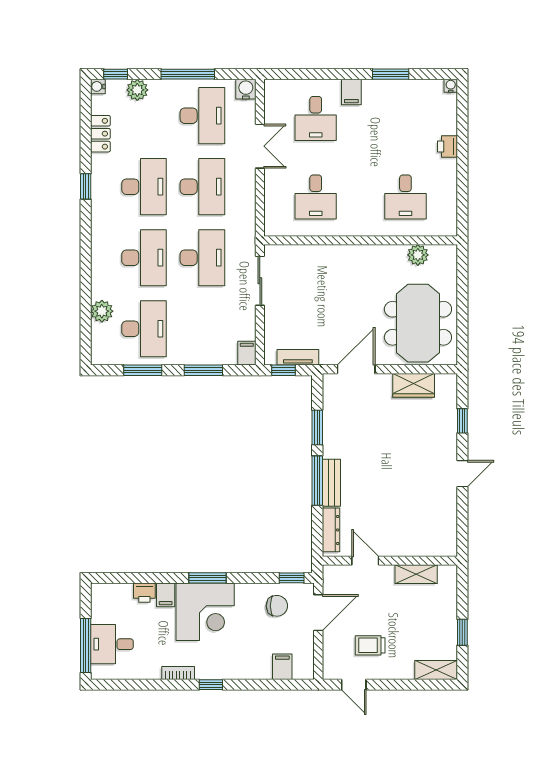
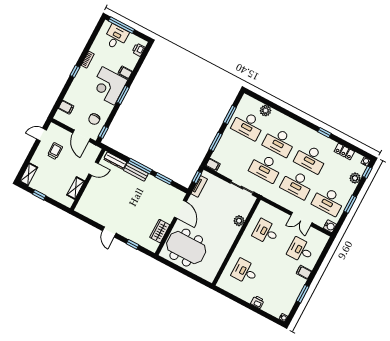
window: (188, 74) -> (350, 204), width x0.69
plant: (418, 255) -> (239, 221), moved
printer: (144, 593) -> (138, 50), moved

